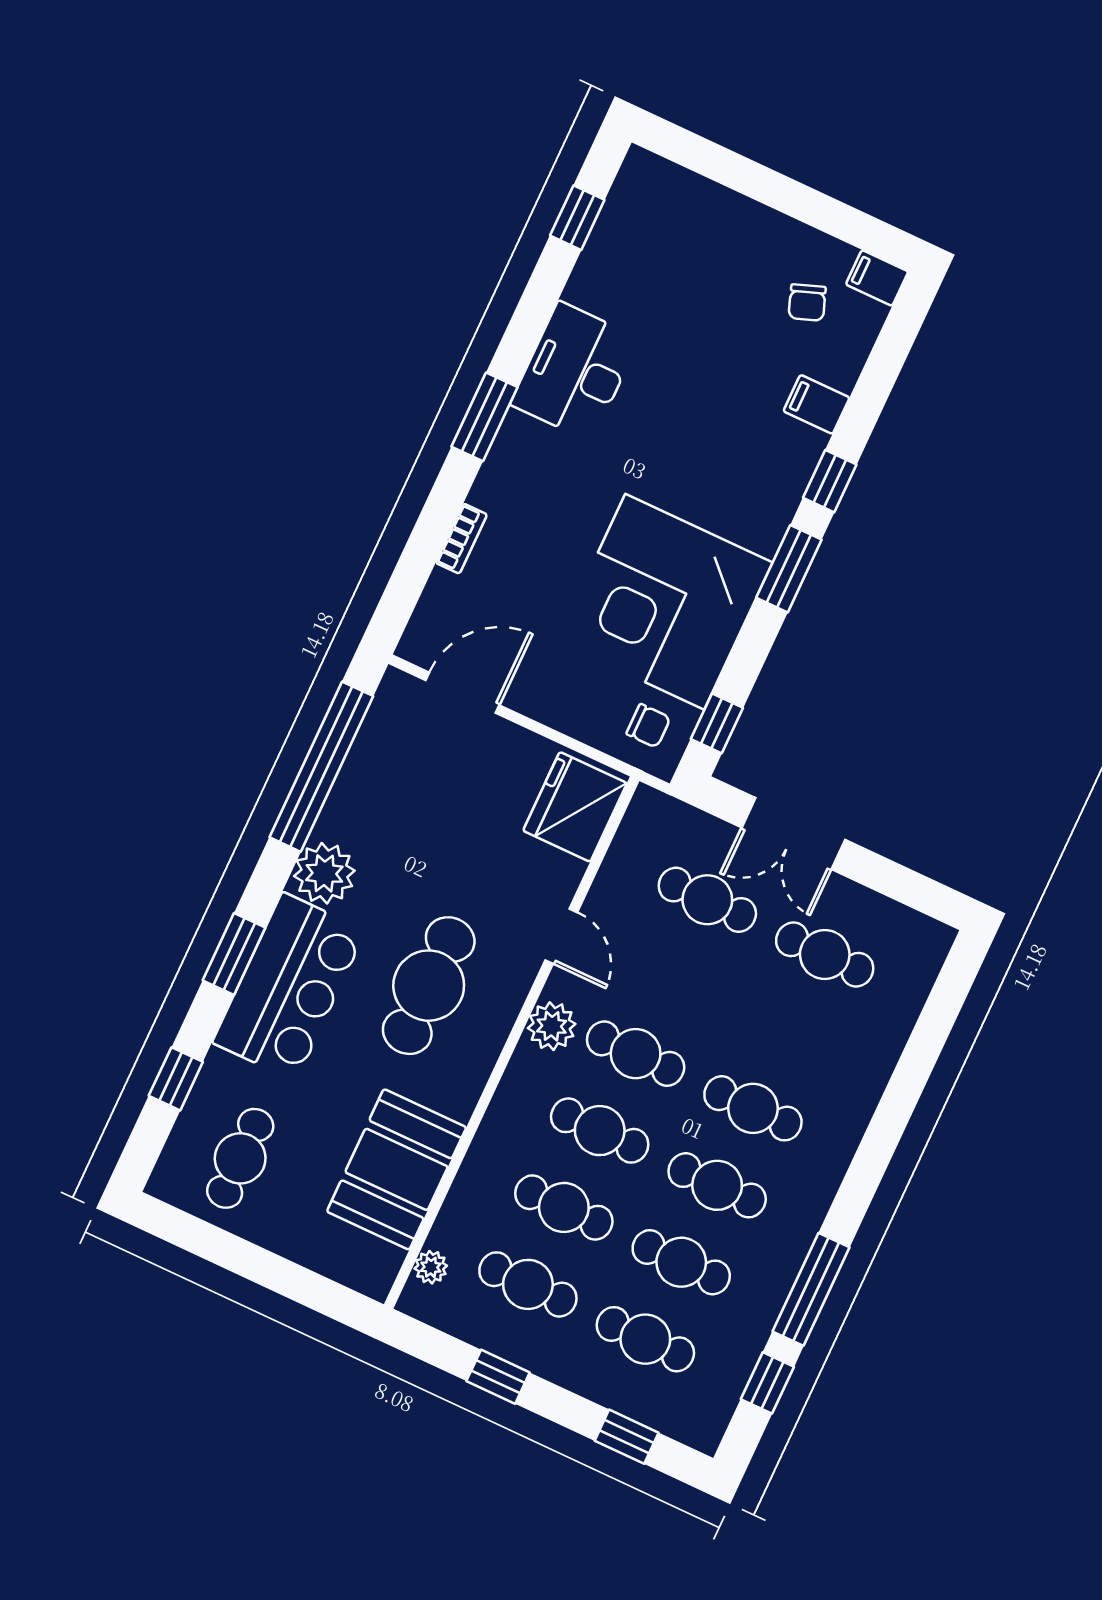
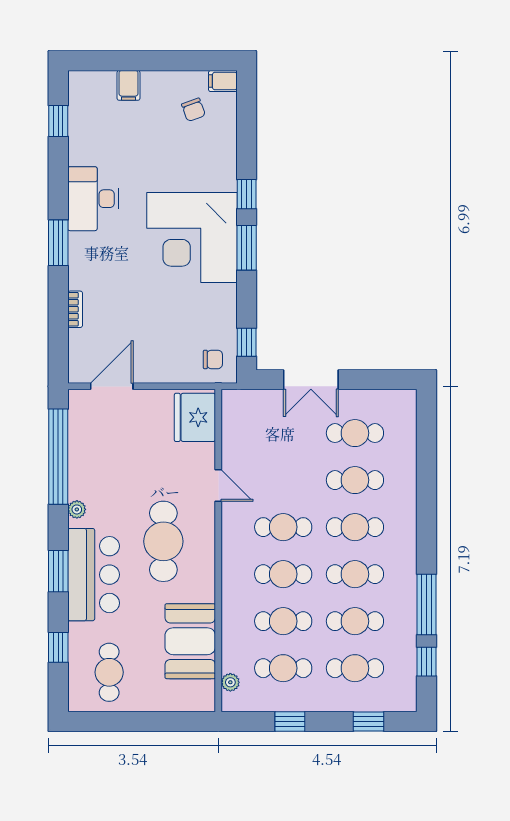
filing cabinet: (816, 404) -> (129, 85), moved, turned -90
corner desk: (665, 602) -> (192, 237), moved
plant: (324, 873) -> (77, 509), width x0.53, depth x0.53
cafe table: (707, 900) -> (355, 480), moved
plant: (552, 1026) -> (235, 533), removed

